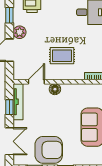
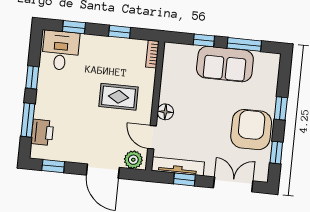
plant: (20, 32) -> (133, 160), moved
rug: (62, 56) -> (119, 97), turned 90

